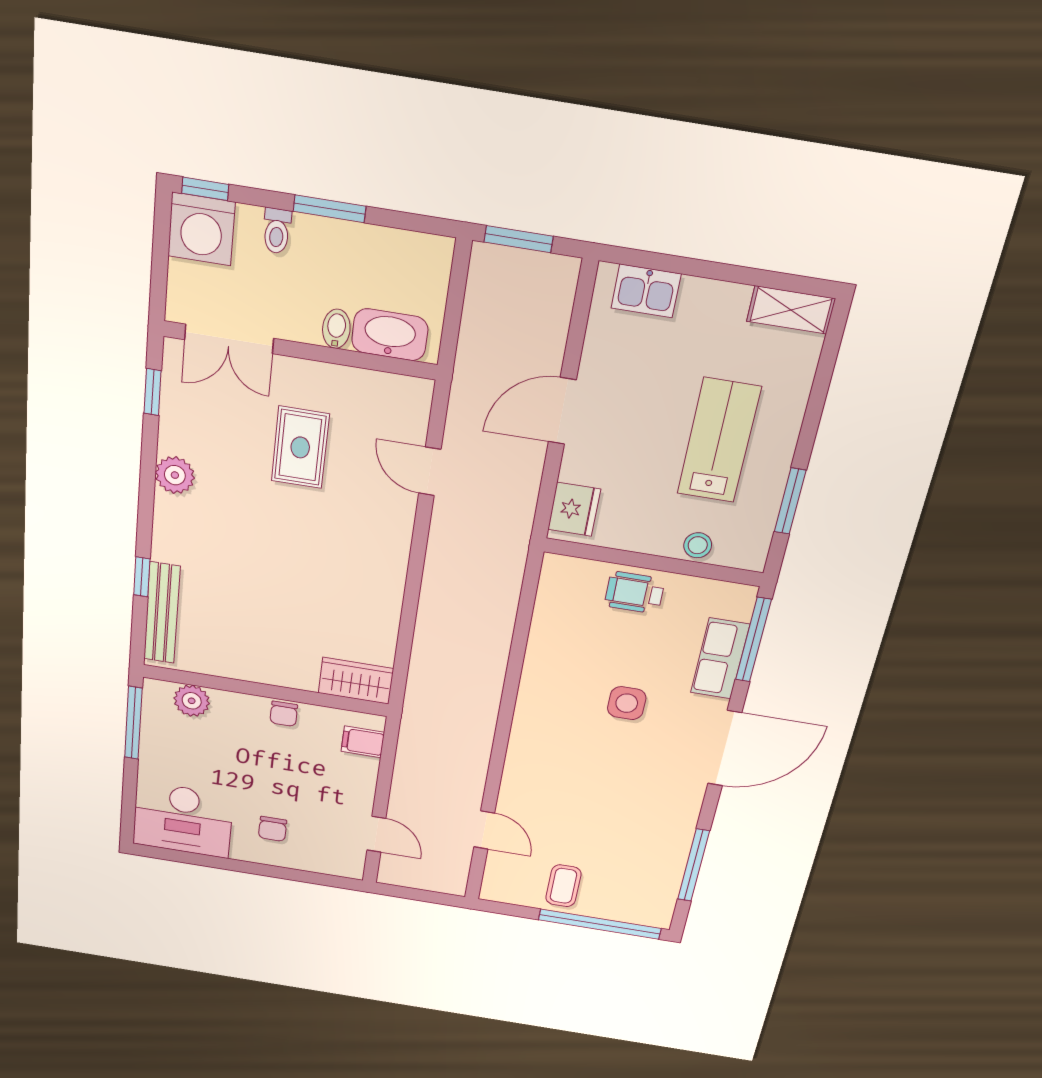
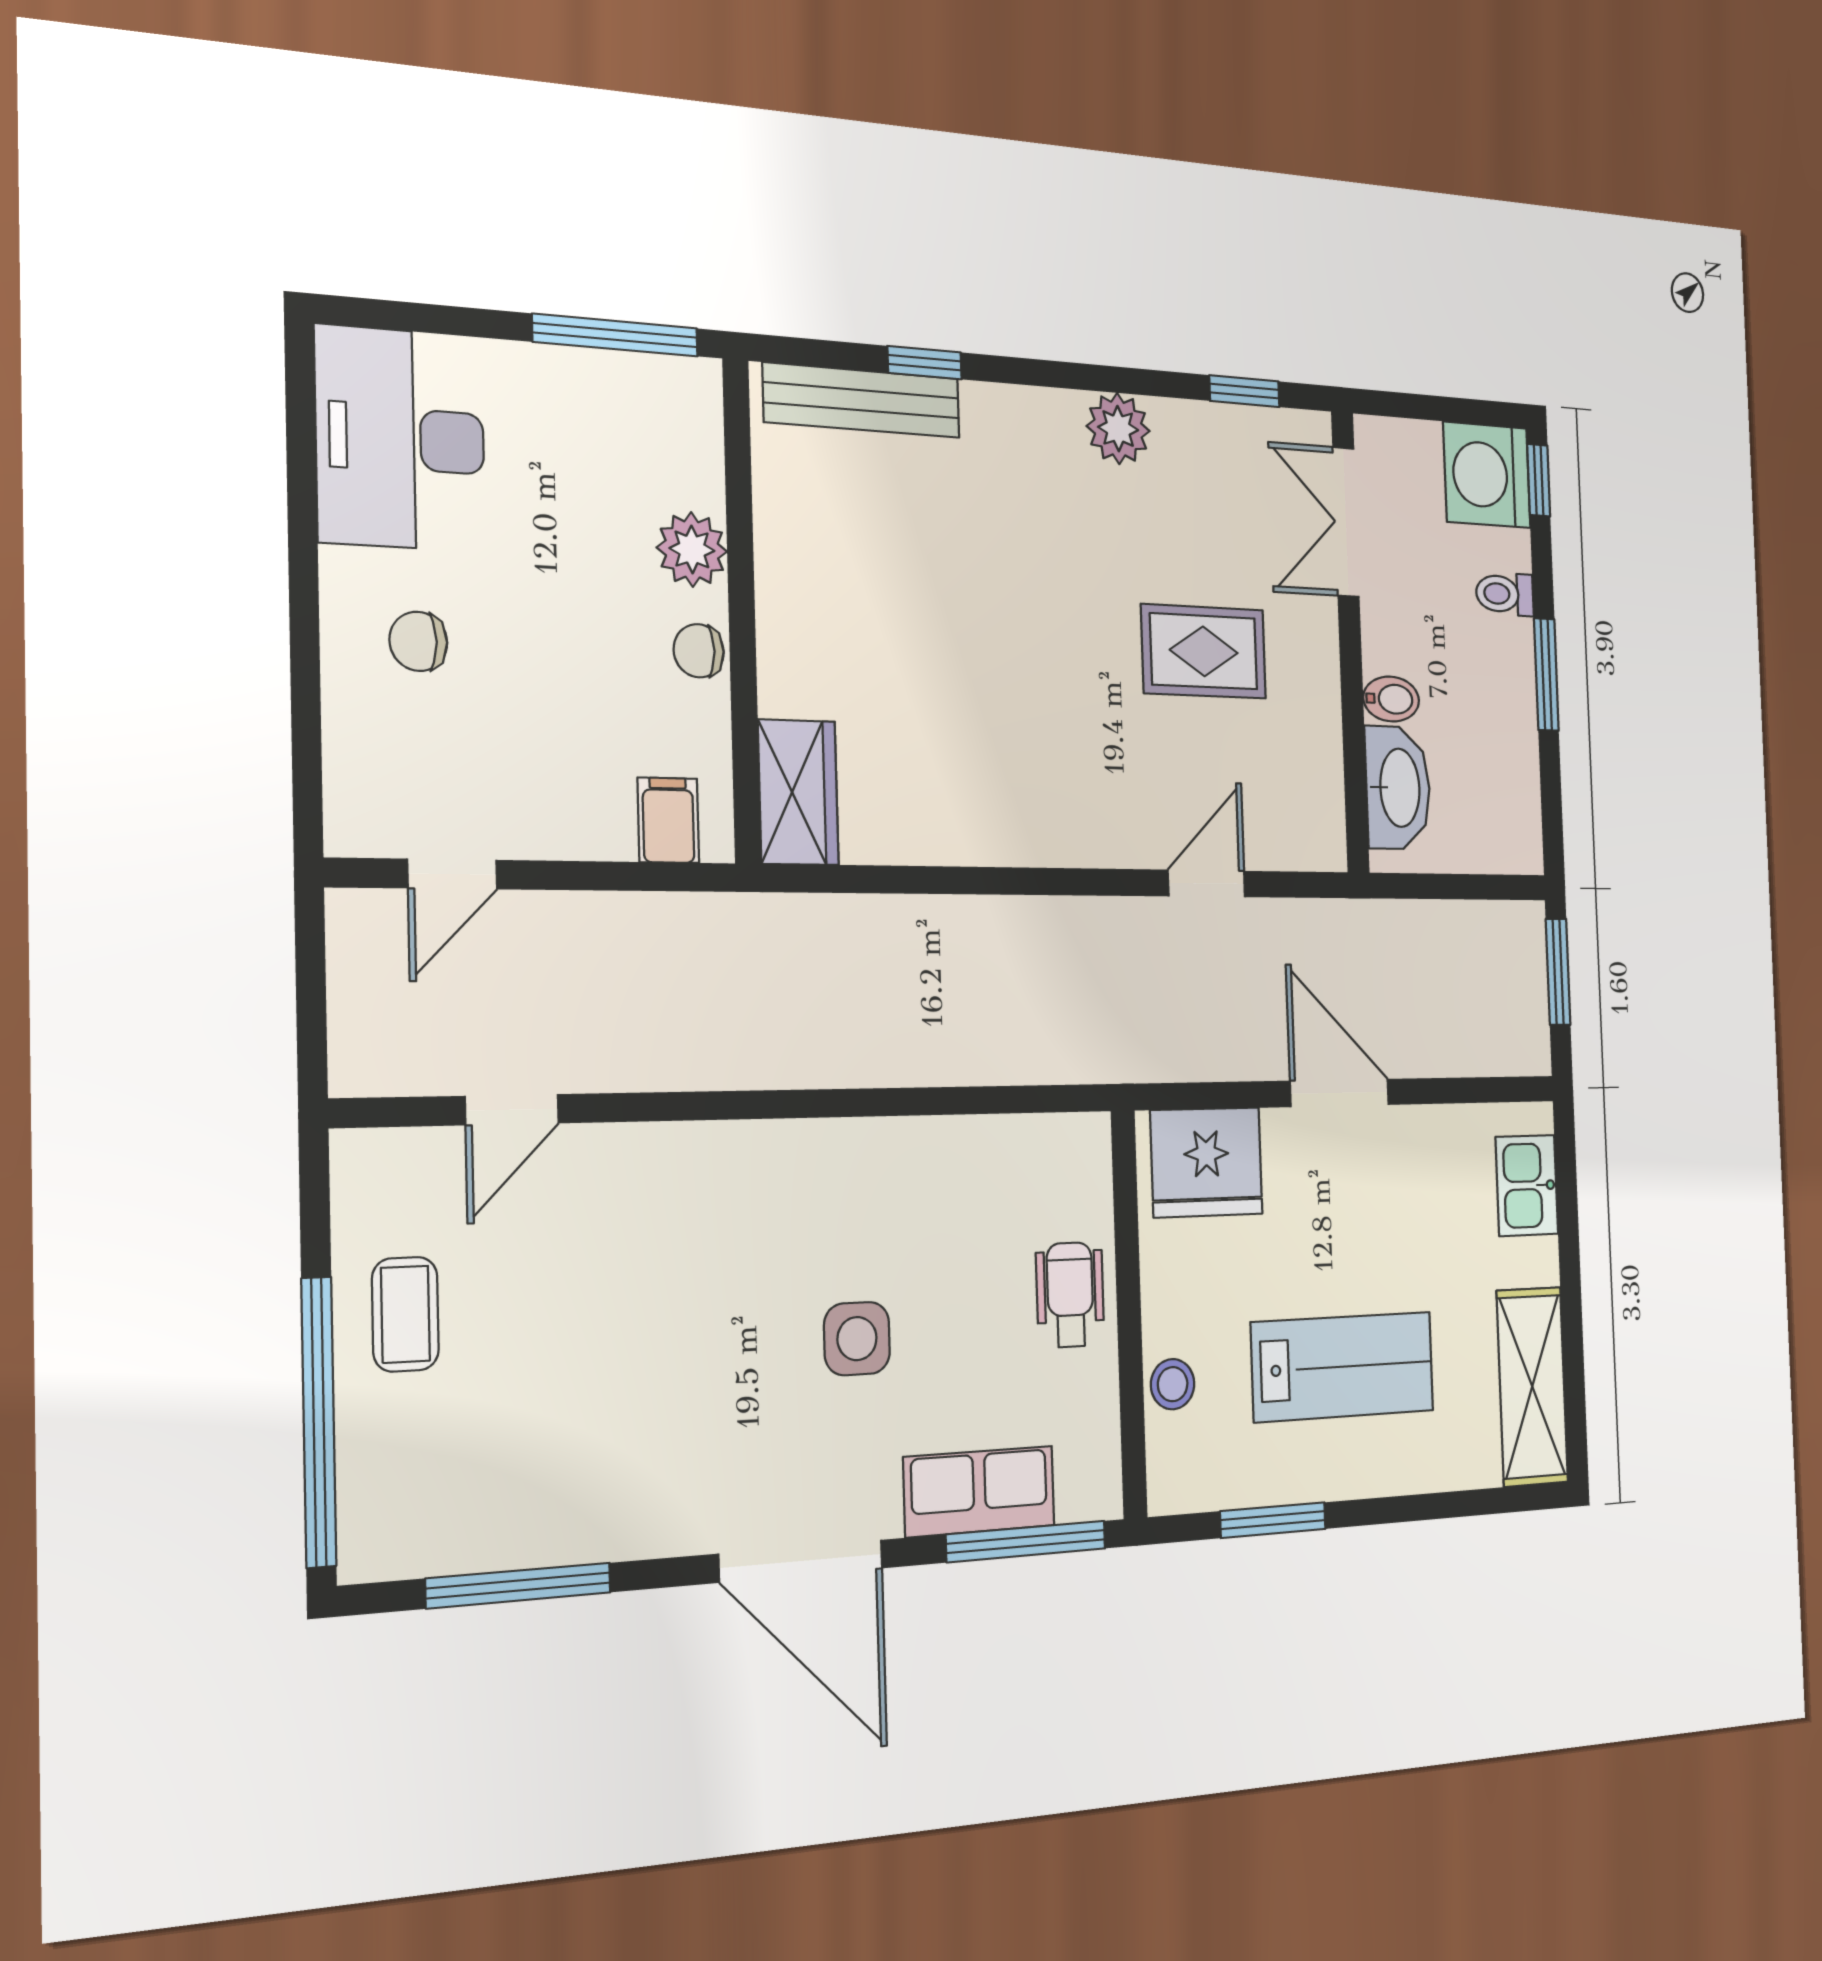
shelving: (791, 310) -> (1532, 1387), width x1.50, depth x1.33
fridge: (574, 509) -> (1207, 1162), width x1.36, depth x1.34
plant: (192, 701) -> (692, 549), moved
coffee table: (563, 886) -> (405, 1314), turned 90

